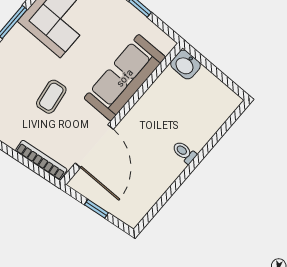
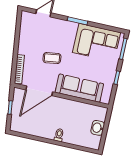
washbasin: (186, 65) -> (98, 128), moved

